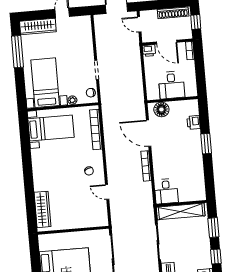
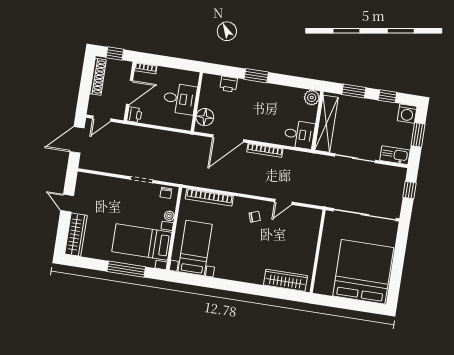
window: (17, 52) -> (126, 269), moved
plant: (199, 194) -> (312, 98), added

